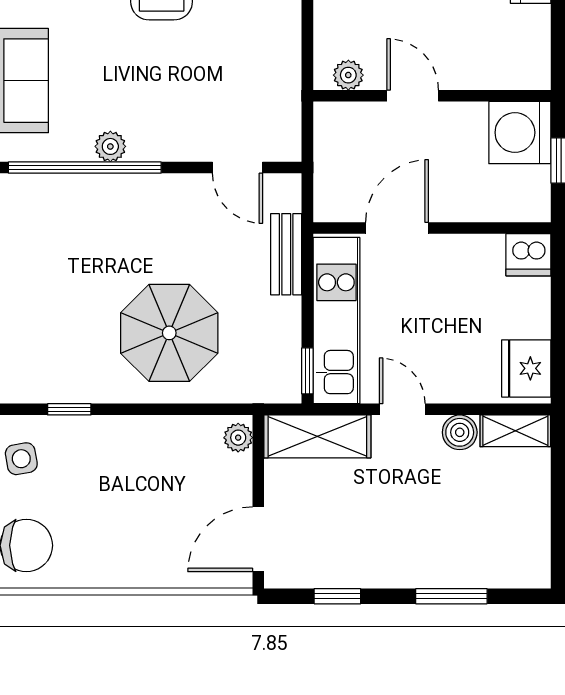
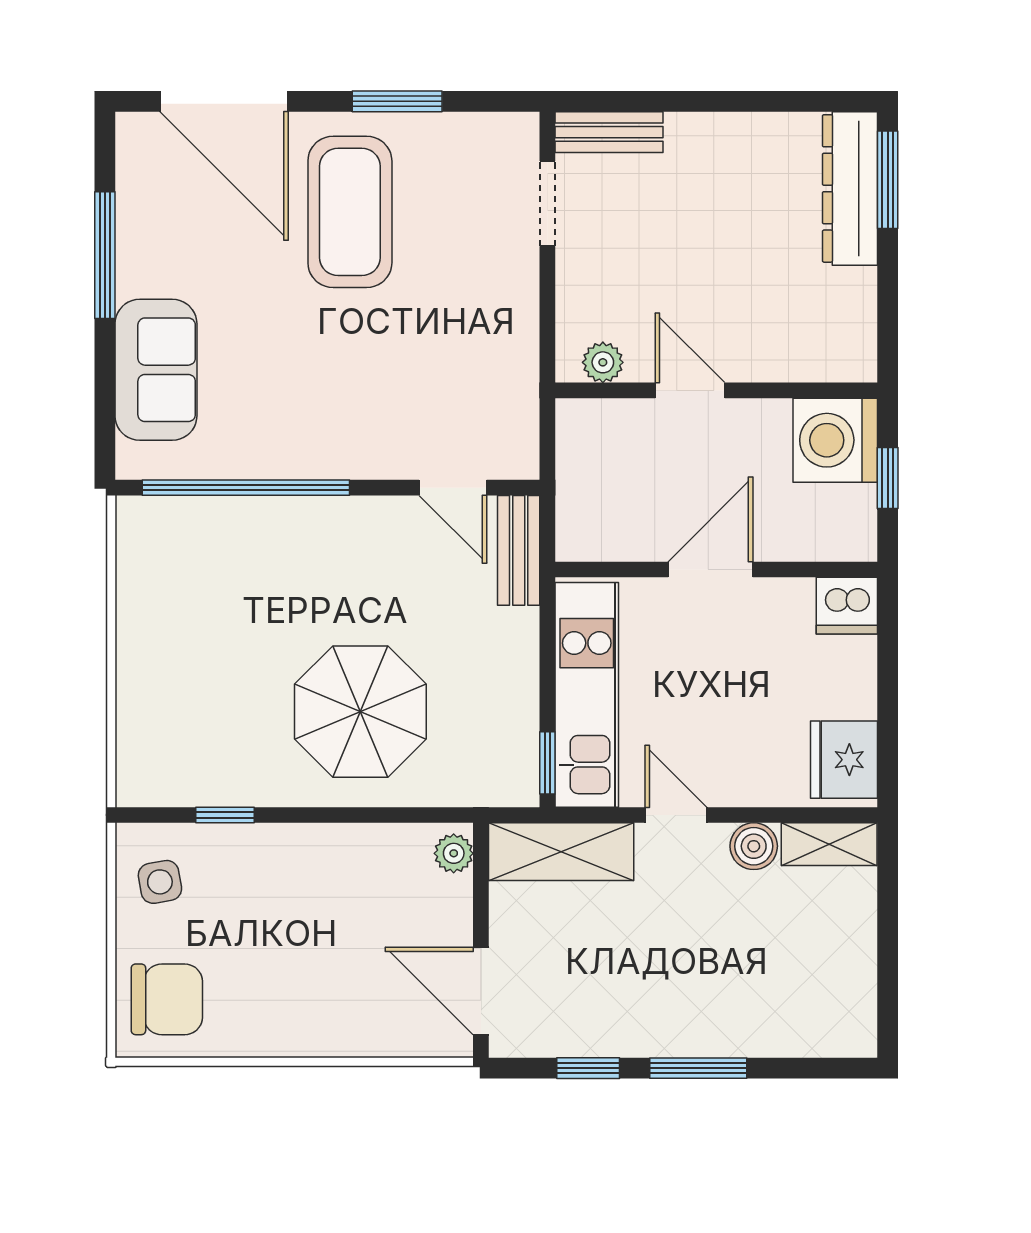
plant: (110, 146) -> (281, 459), removed
door: (397, 228) -> (710, 569), moved
bench: (286, 254) -> (519, 550), moved
door: (258, 539) -> (481, 991), hinge flipped
window: (451, 596) -> (698, 1068), moved

